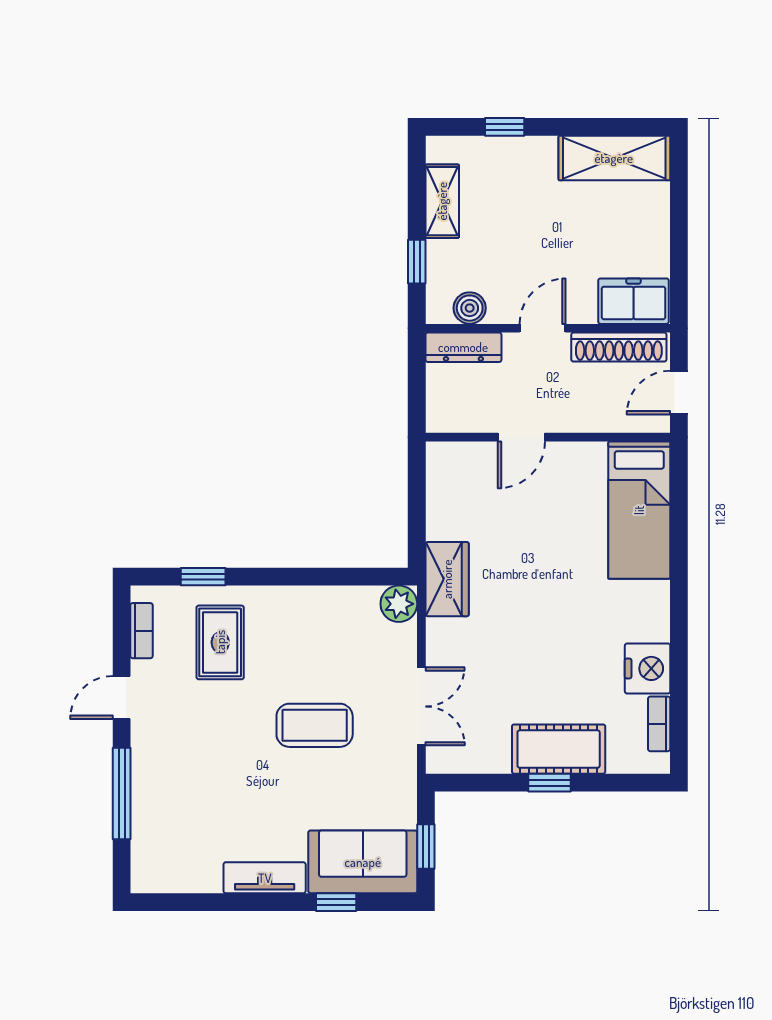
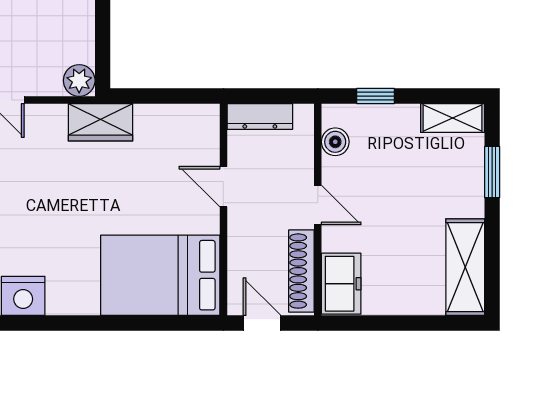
window: (505, 127) -> (492, 172), width x1.50
shelving: (442, 201) -> (453, 118), moved
dresser: (463, 347) -> (260, 116), moved, turned -90
bed: (639, 510) -> (160, 275), width x1.50

